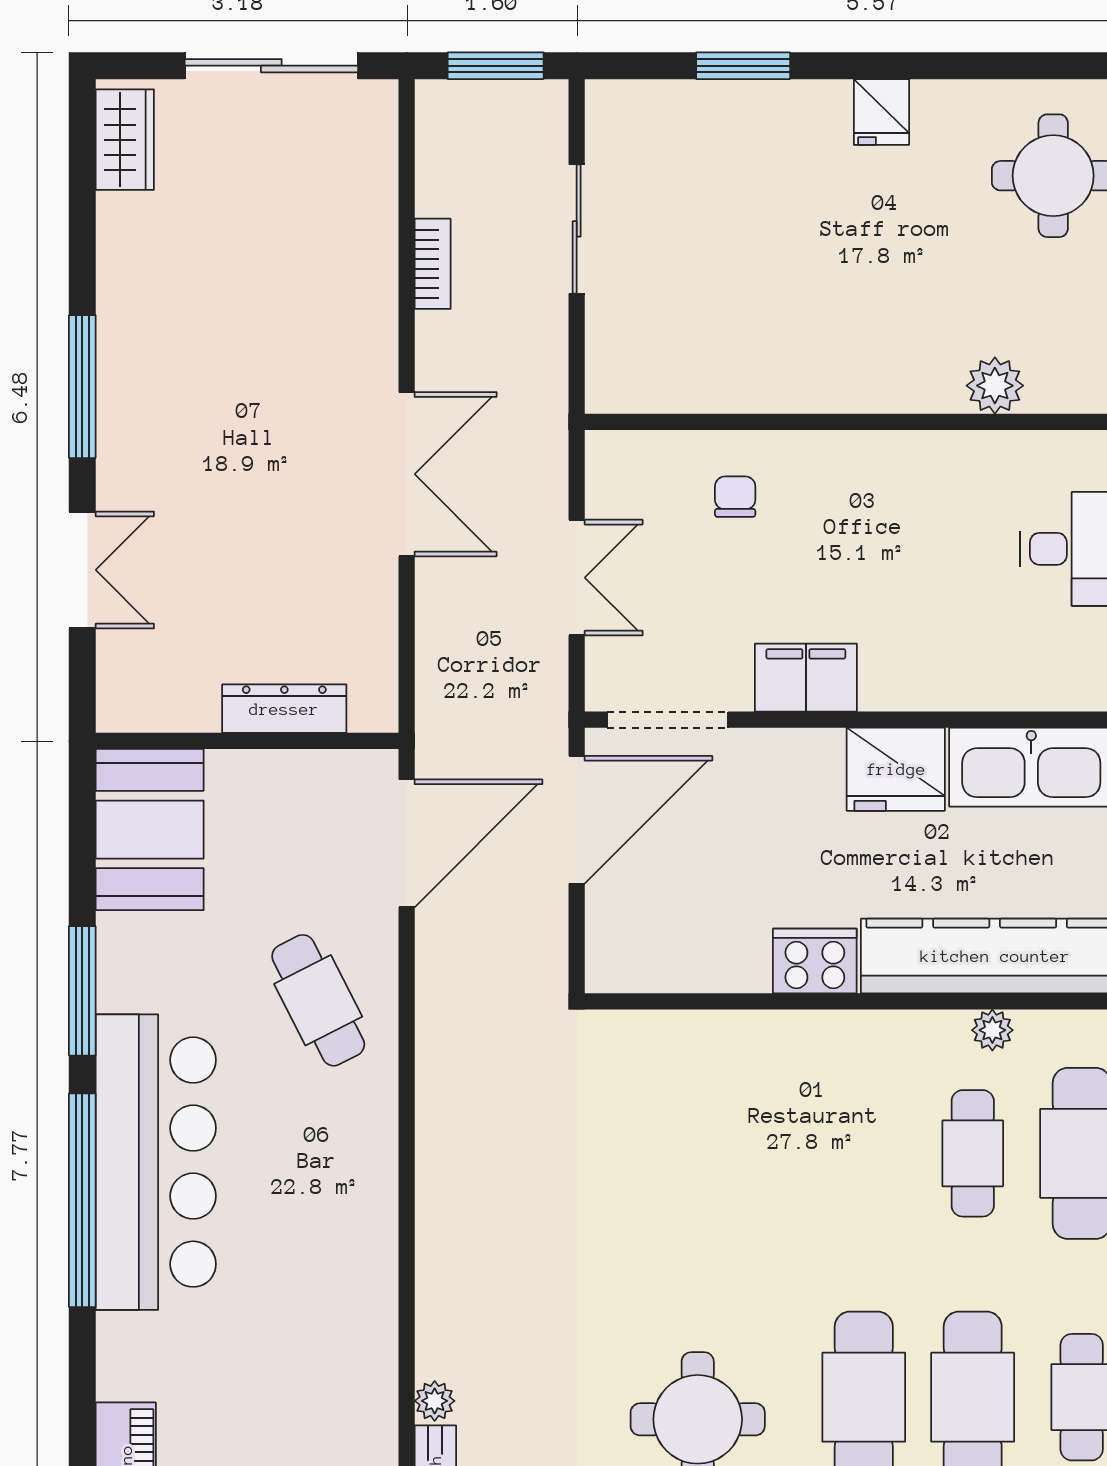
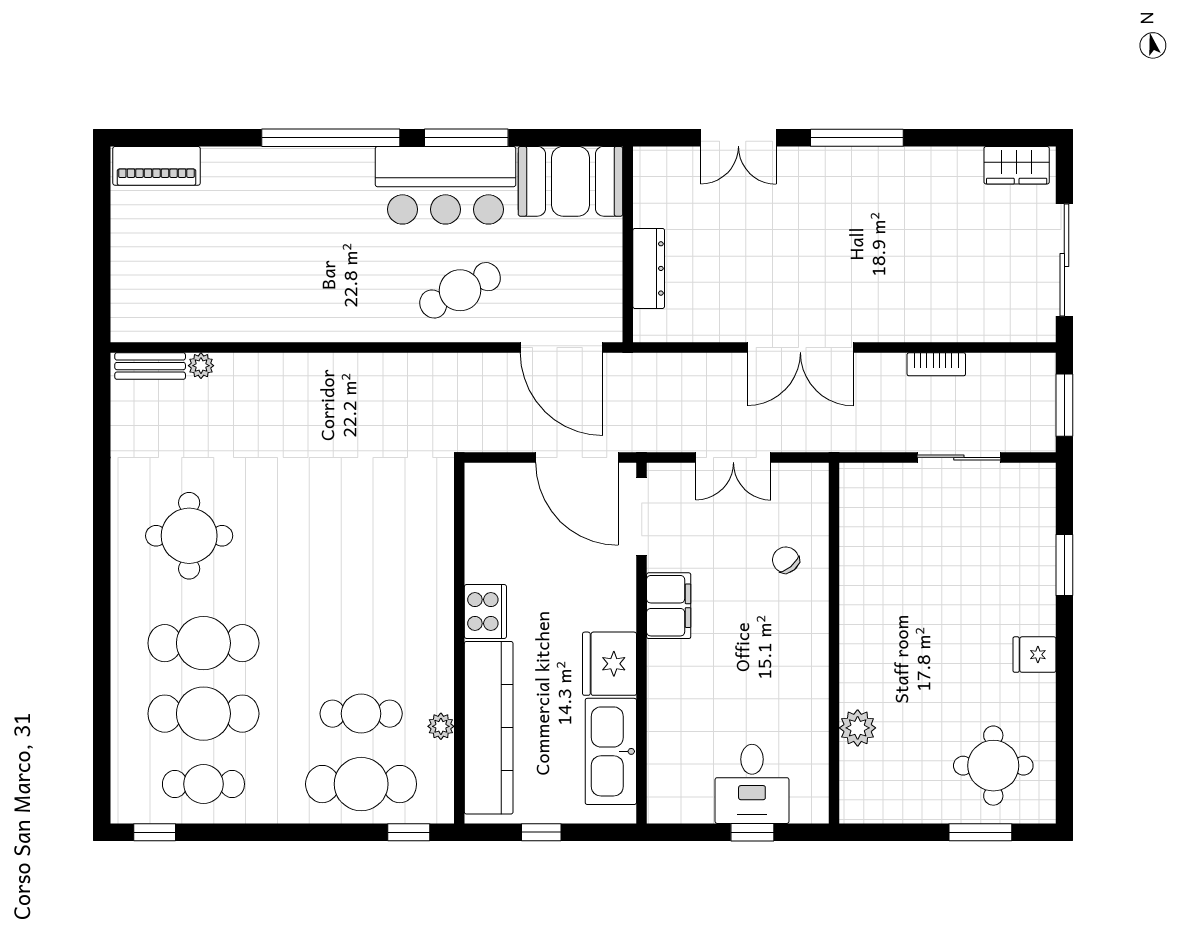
chair: (735, 497) -> (786, 560), turned -130
bar counter: (156, 1162) -> (446, 185), moved, width x0.73

